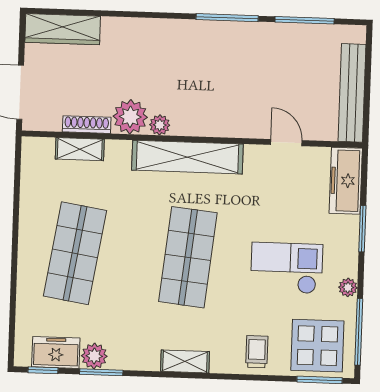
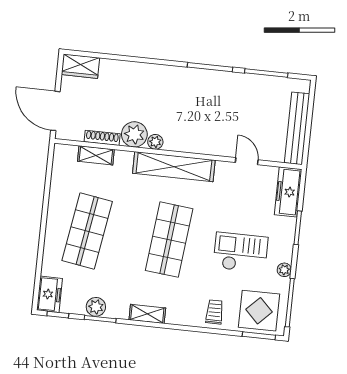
wardrobe: (63, 29) -> (81, 66), width x0.67
freezer: (56, 352) -> (49, 294), moved, turned 90
shelving: (185, 361) -> (147, 314), moved

